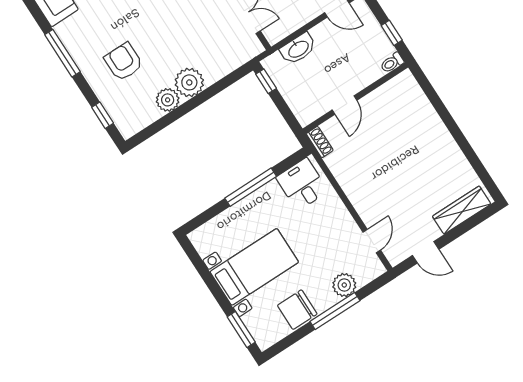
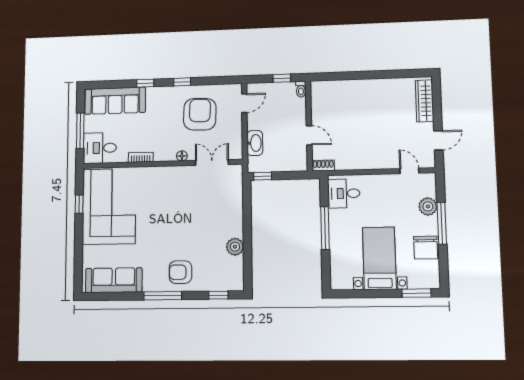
armchair: (124, 62) -> (180, 272), moved
plant: (189, 82) -> (233, 226), removed

